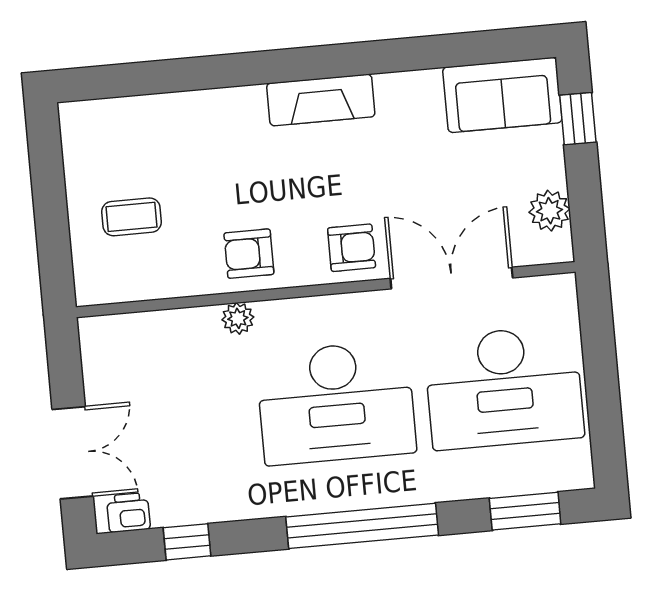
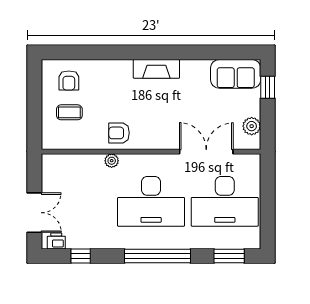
armchair: (352, 248) -> (69, 80), moved, turned 90

